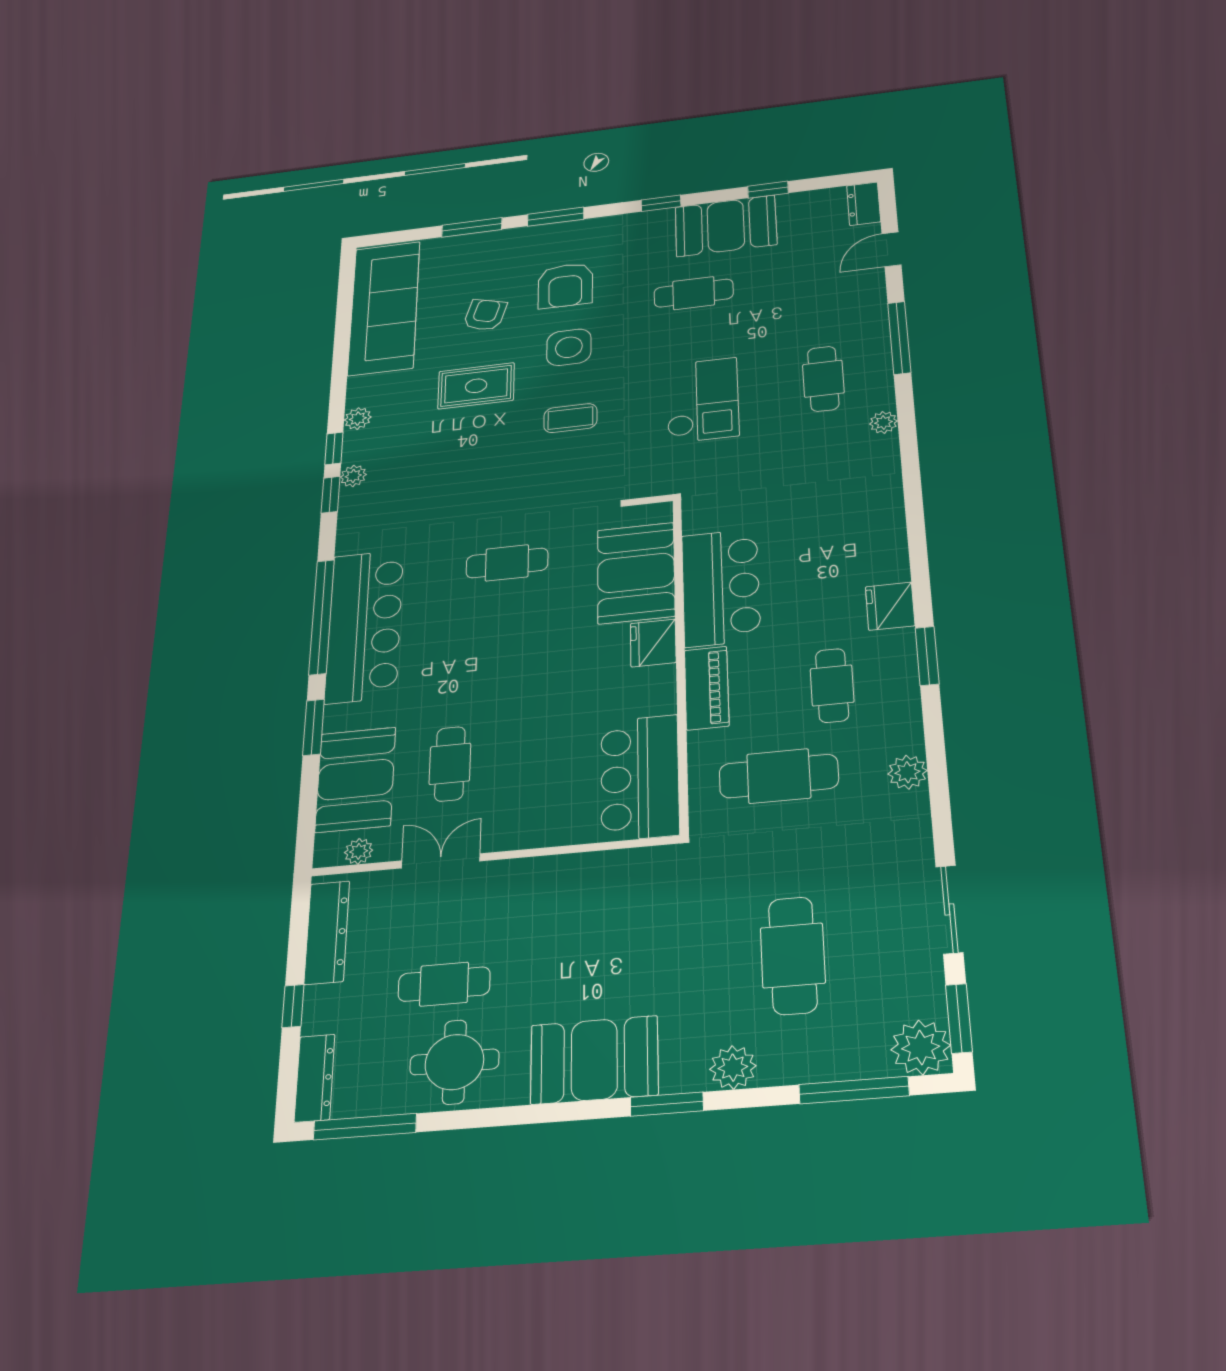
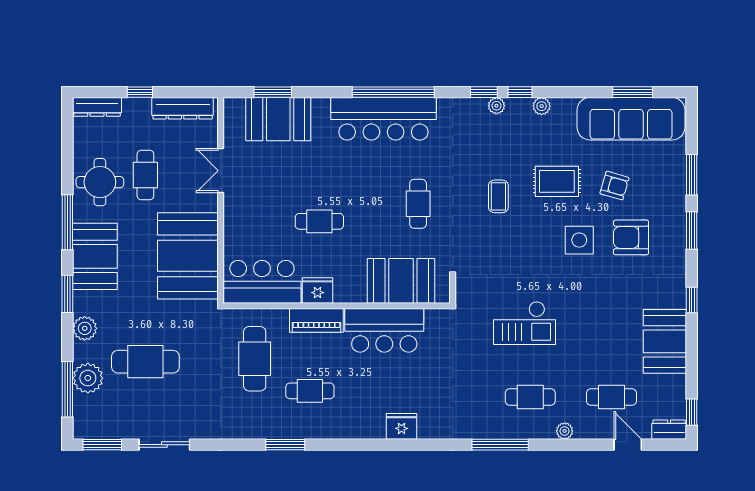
window: (768, 190) -> (692, 412), moved
cafe table: (694, 293) -> (611, 397), moved, turned 90
window: (344, 311) -> (633, 92), added
window: (899, 338) -> (500, 445), moved
rug: (476, 386) -> (557, 181), turned 90
coffee table: (570, 418) -> (498, 196), moved
plant: (883, 422) -> (565, 431), moved
fridge: (890, 606) -> (402, 426), moved
fridge: (653, 643) -> (318, 290), moved
window: (927, 656) -> (285, 445), moved
window: (313, 727) -> (273, 92), moved
cafe table: (450, 764) -> (319, 221), moved
plant: (907, 772) -> (250, 429), removed
plant: (359, 851) -> (231, 123), removed
double door: (441, 861) -> (221, 171), swing flipped
booth: (593, 901) -> (188, 256), added
plant: (921, 1047) -> (88, 378), moved
window: (365, 1127) -> (67, 222), moved

